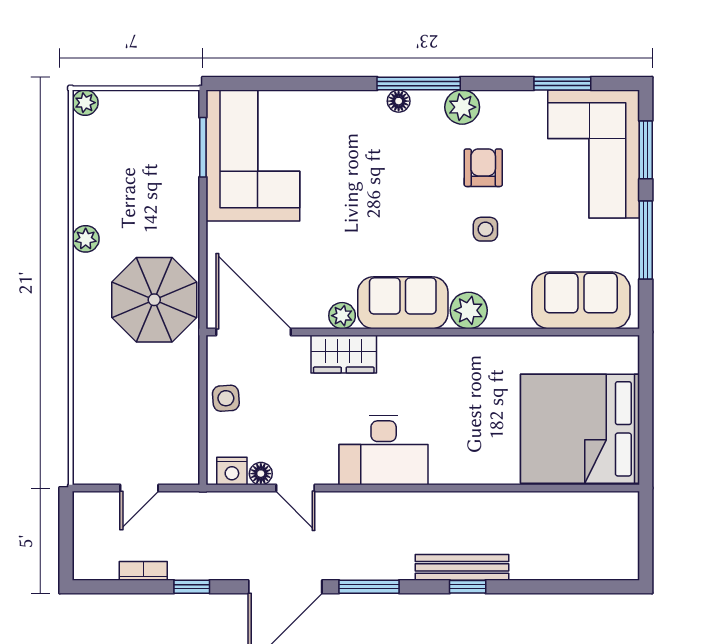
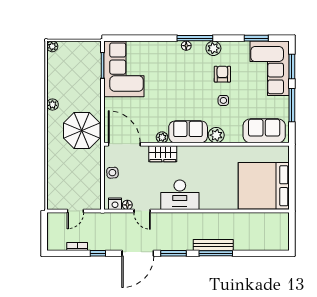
window: (468, 587) -> (216, 253), width x2.17

